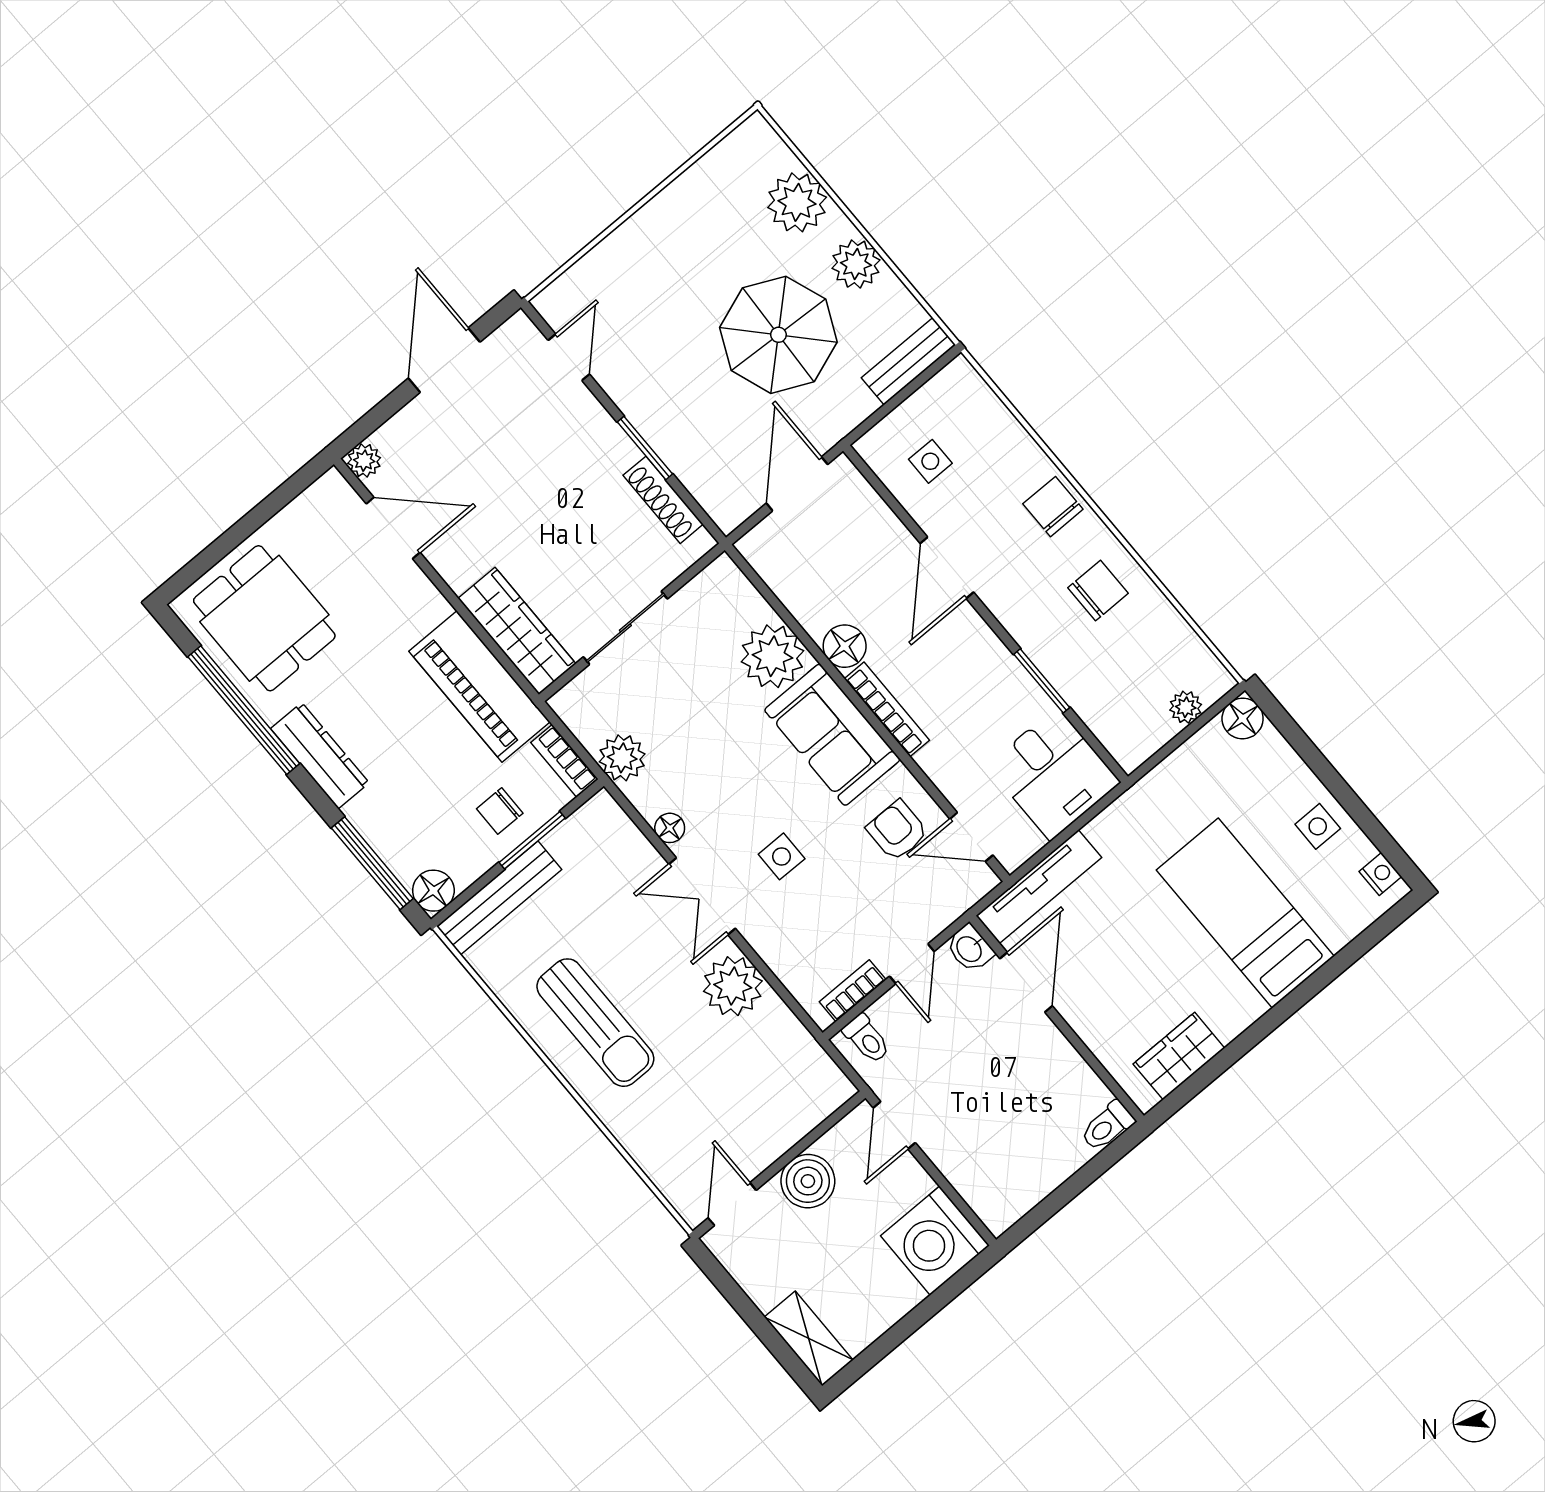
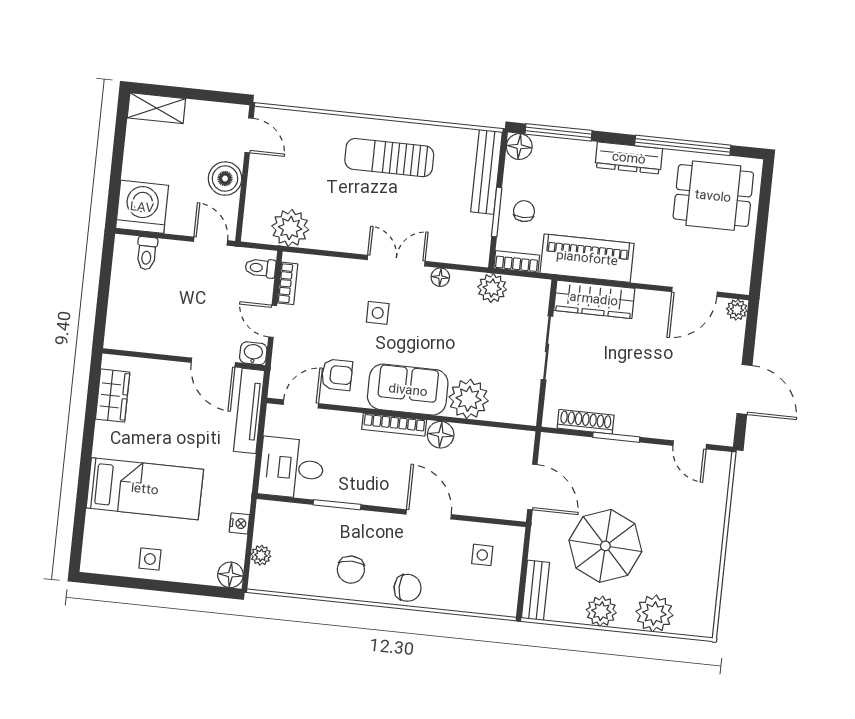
nightstand: (1380, 874) -> (239, 523), moved, turned -90
plant: (733, 986) -> (290, 228), moved
toilet: (1107, 1126) -> (147, 253), moved, turned 180

